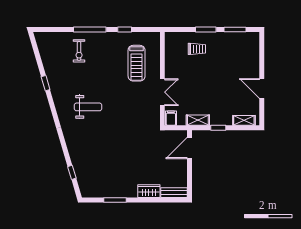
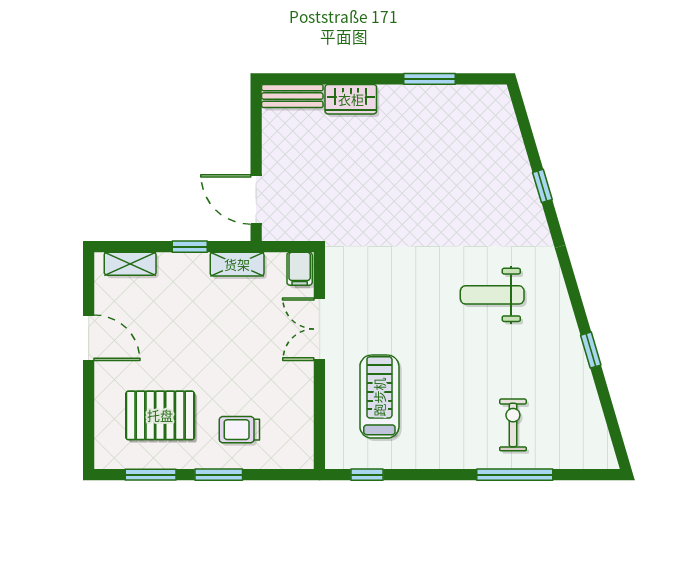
window: (90, 29) -> (515, 475), moved
window: (125, 29) -> (367, 475), moved
pallet: (231, 55) -> (160, 415), added
door: (190, 148) -> (256, 199), swing flipped
window: (72, 172) -> (542, 186), moved

